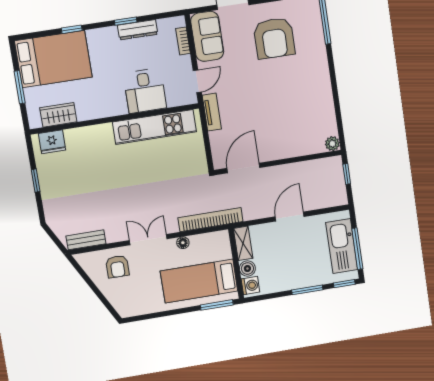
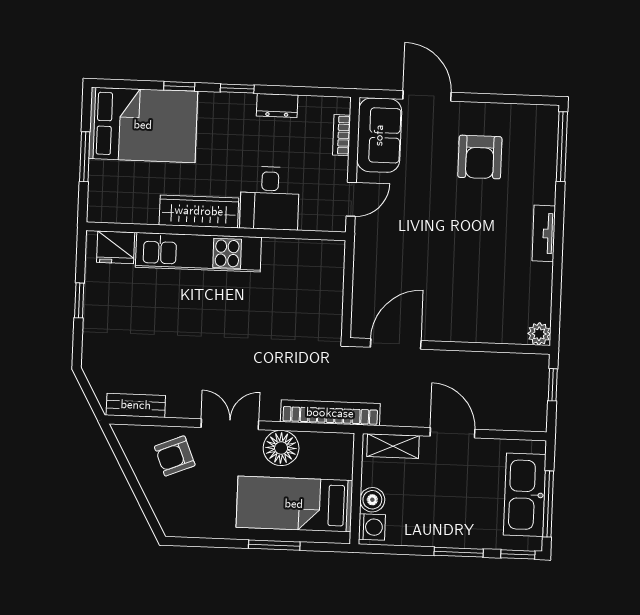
window: (126, 21) -> (237, 89), moved
dresser: (138, 30) -> (277, 106), width x0.70
armchair: (274, 38) -> (480, 157), width x0.73, depth x0.73
tv unit: (212, 112) -> (544, 233), moved, turned 180
wardrobe: (58, 115) -> (199, 211), moved, width x1.50
kitchen unit: (154, 127) -> (198, 252), moved
door: (290, 217) -> (452, 433), hinge flipped
floor lamp: (183, 243) -> (281, 448), width x1.89, depth x1.89
shelving: (243, 243) -> (393, 446), moved, turned 90
armchair: (117, 267) -> (175, 456), turned 68
window: (217, 305) -> (274, 545), moved

